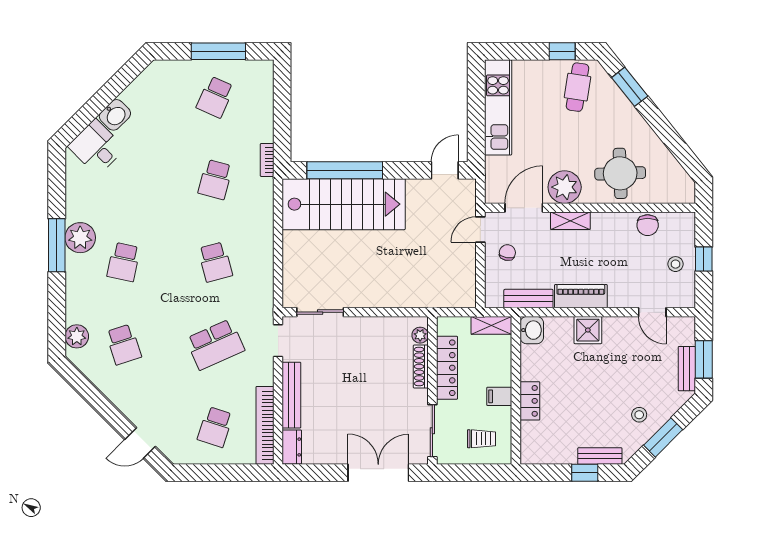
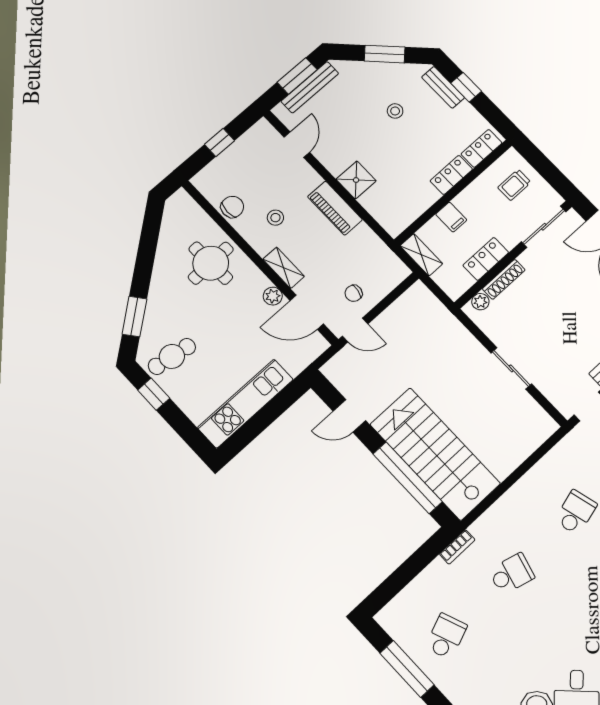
school desk: (215, 97) -> (446, 636), turned -45
door: (445, 170) -> (349, 416), moved
plant: (565, 187) -> (273, 296), width x0.53, depth x0.53
stool: (676, 264) -> (275, 218), moved
bench: (528, 299) -> (374, 246), removed
sliding door: (320, 312) -> (511, 368), moved
washbasin: (532, 330) -> (396, 221), removed
locker: (447, 368) -> (486, 259), width x0.66
bench: (687, 369) -> (310, 87), width x1.36
filing cabinet: (499, 396) -> (451, 217), moved
stool: (639, 415) -> (395, 111), moved
trolley: (482, 439) -> (514, 185), turned -90
locker: (530, 441) -> (481, 148), added

